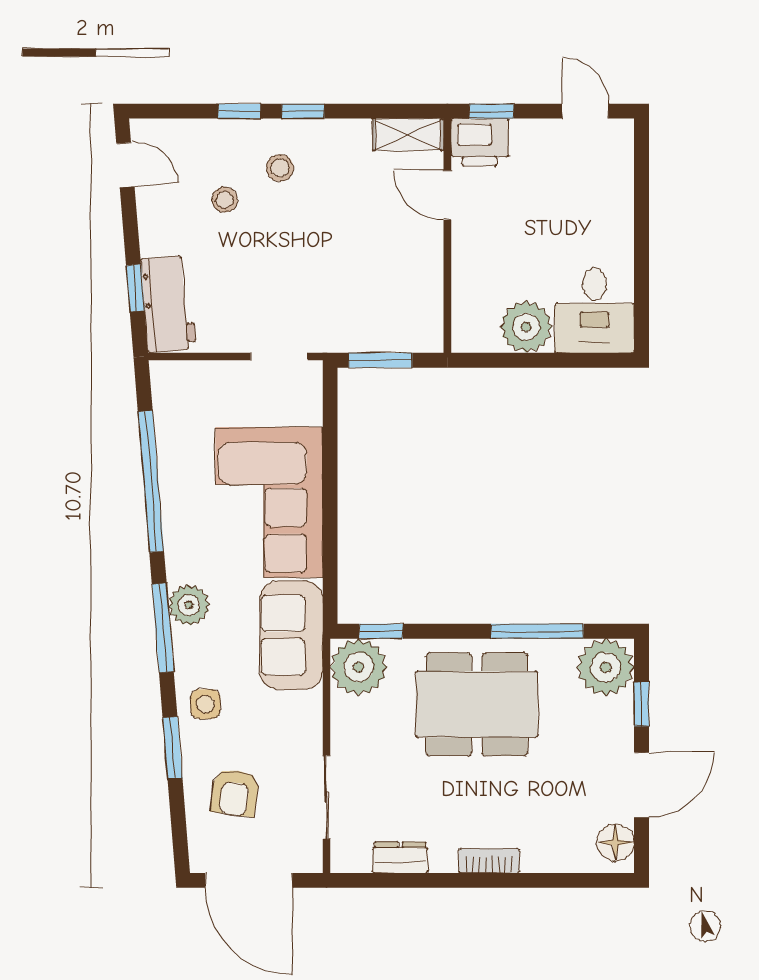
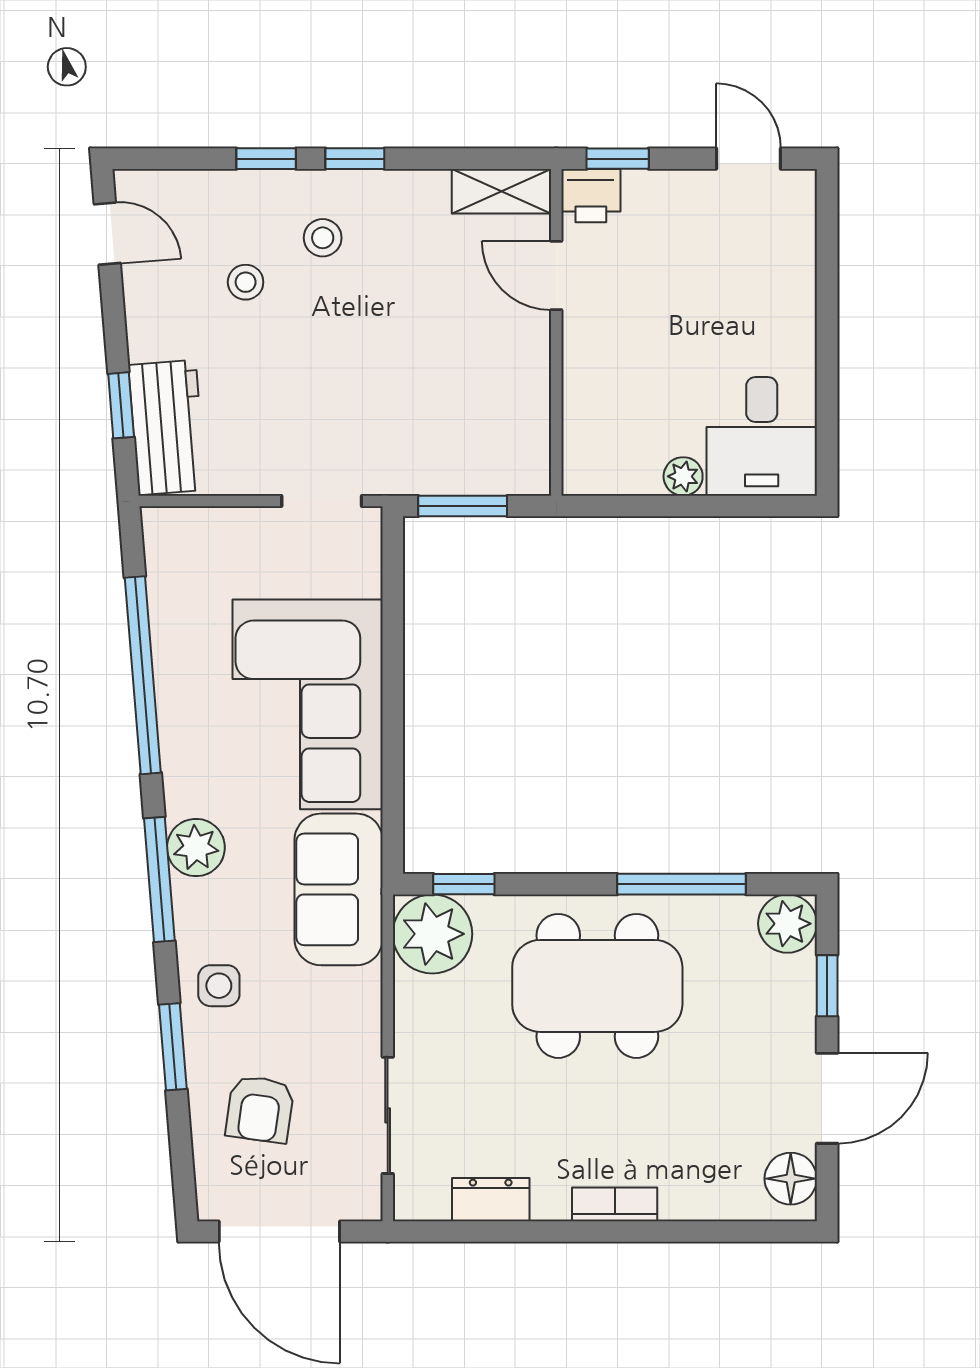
printer: (480, 142) -> (591, 196), width x0.73, depth x0.81
plant: (526, 327) -> (683, 476), width x0.53, depth x0.53
plant: (606, 667) -> (788, 924), width x0.73, depth x0.73

